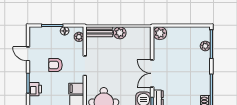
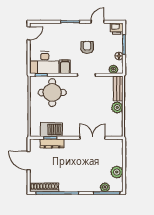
plant: (160, 33) -> (117, 172), moved
double door: (152, 73) -> (92, 138), moved
printer: (35, 89) -> (117, 28), moved

